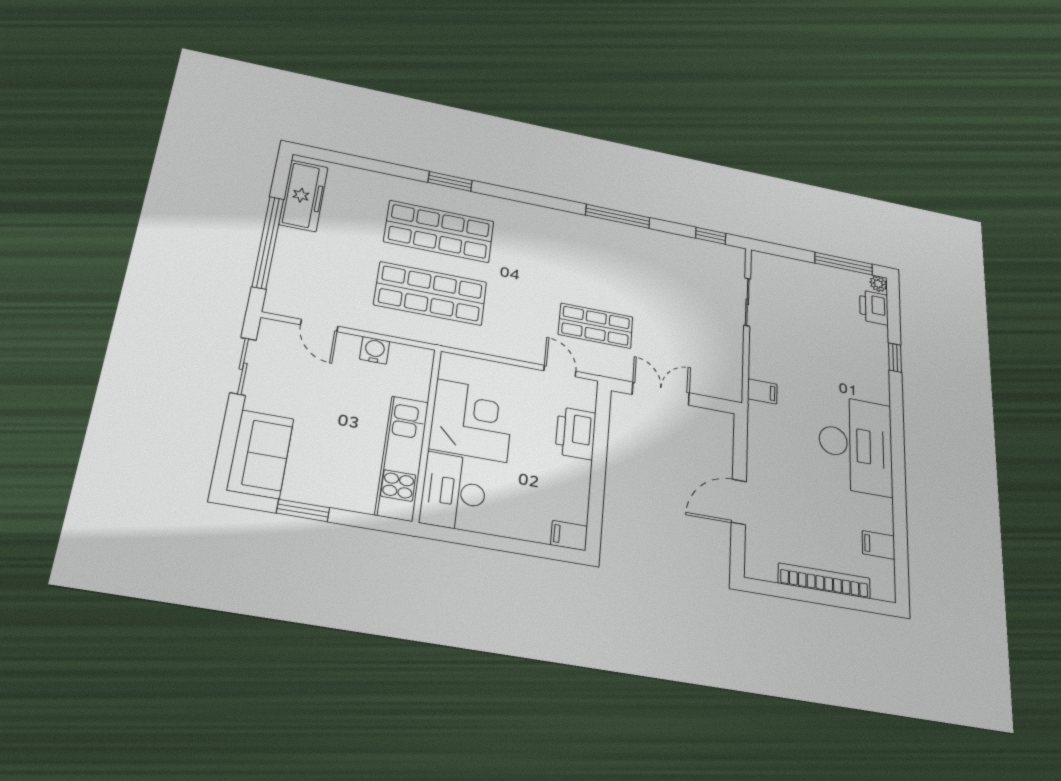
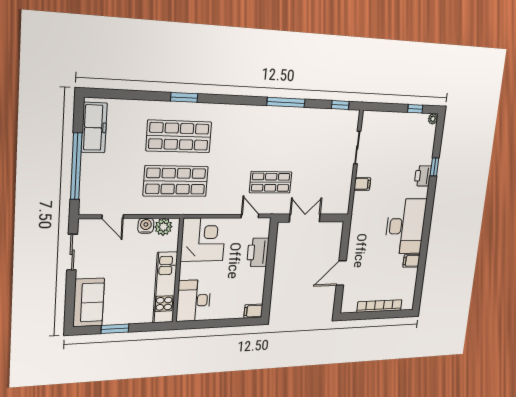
window: (844, 264) -> (415, 109), width x0.46
printer: (874, 307) -> (423, 176), moved
plant: (405, 358) -> (163, 227), added
filing cabinet: (762, 391) -> (362, 184), moved
corner desk: (472, 420) -> (203, 240), moved
filing cabinet: (878, 545) -> (411, 261), moved

